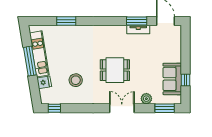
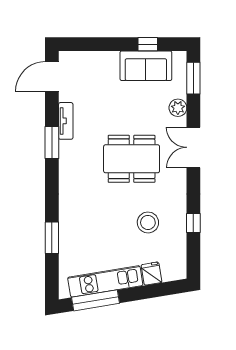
window: (137, 21) -> (52, 142), moved
window: (30, 61) -> (95, 300), moved
dining table: (115, 70) -> (132, 159), width x1.38
window: (54, 108) -> (193, 223), moved

